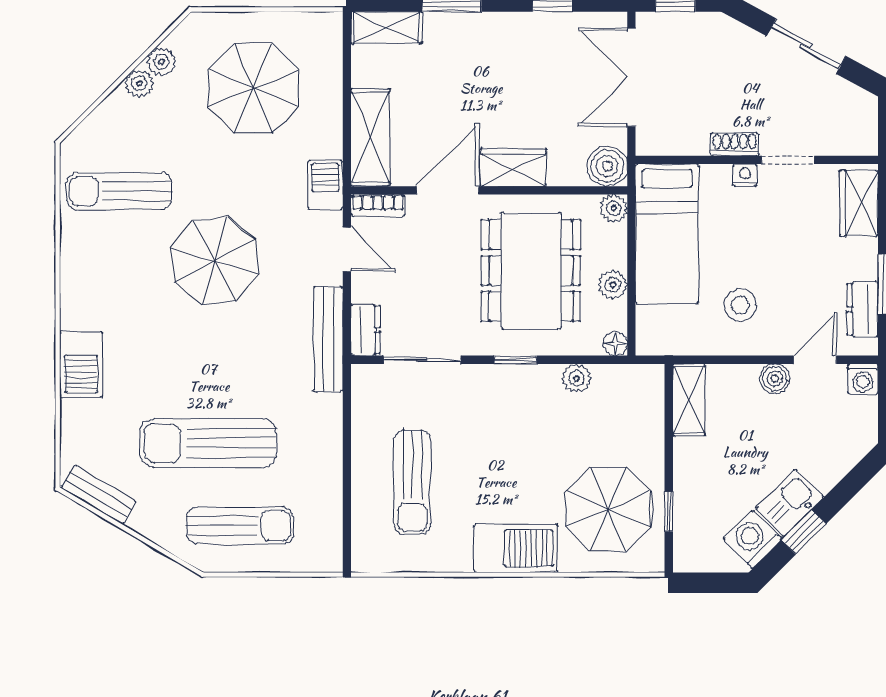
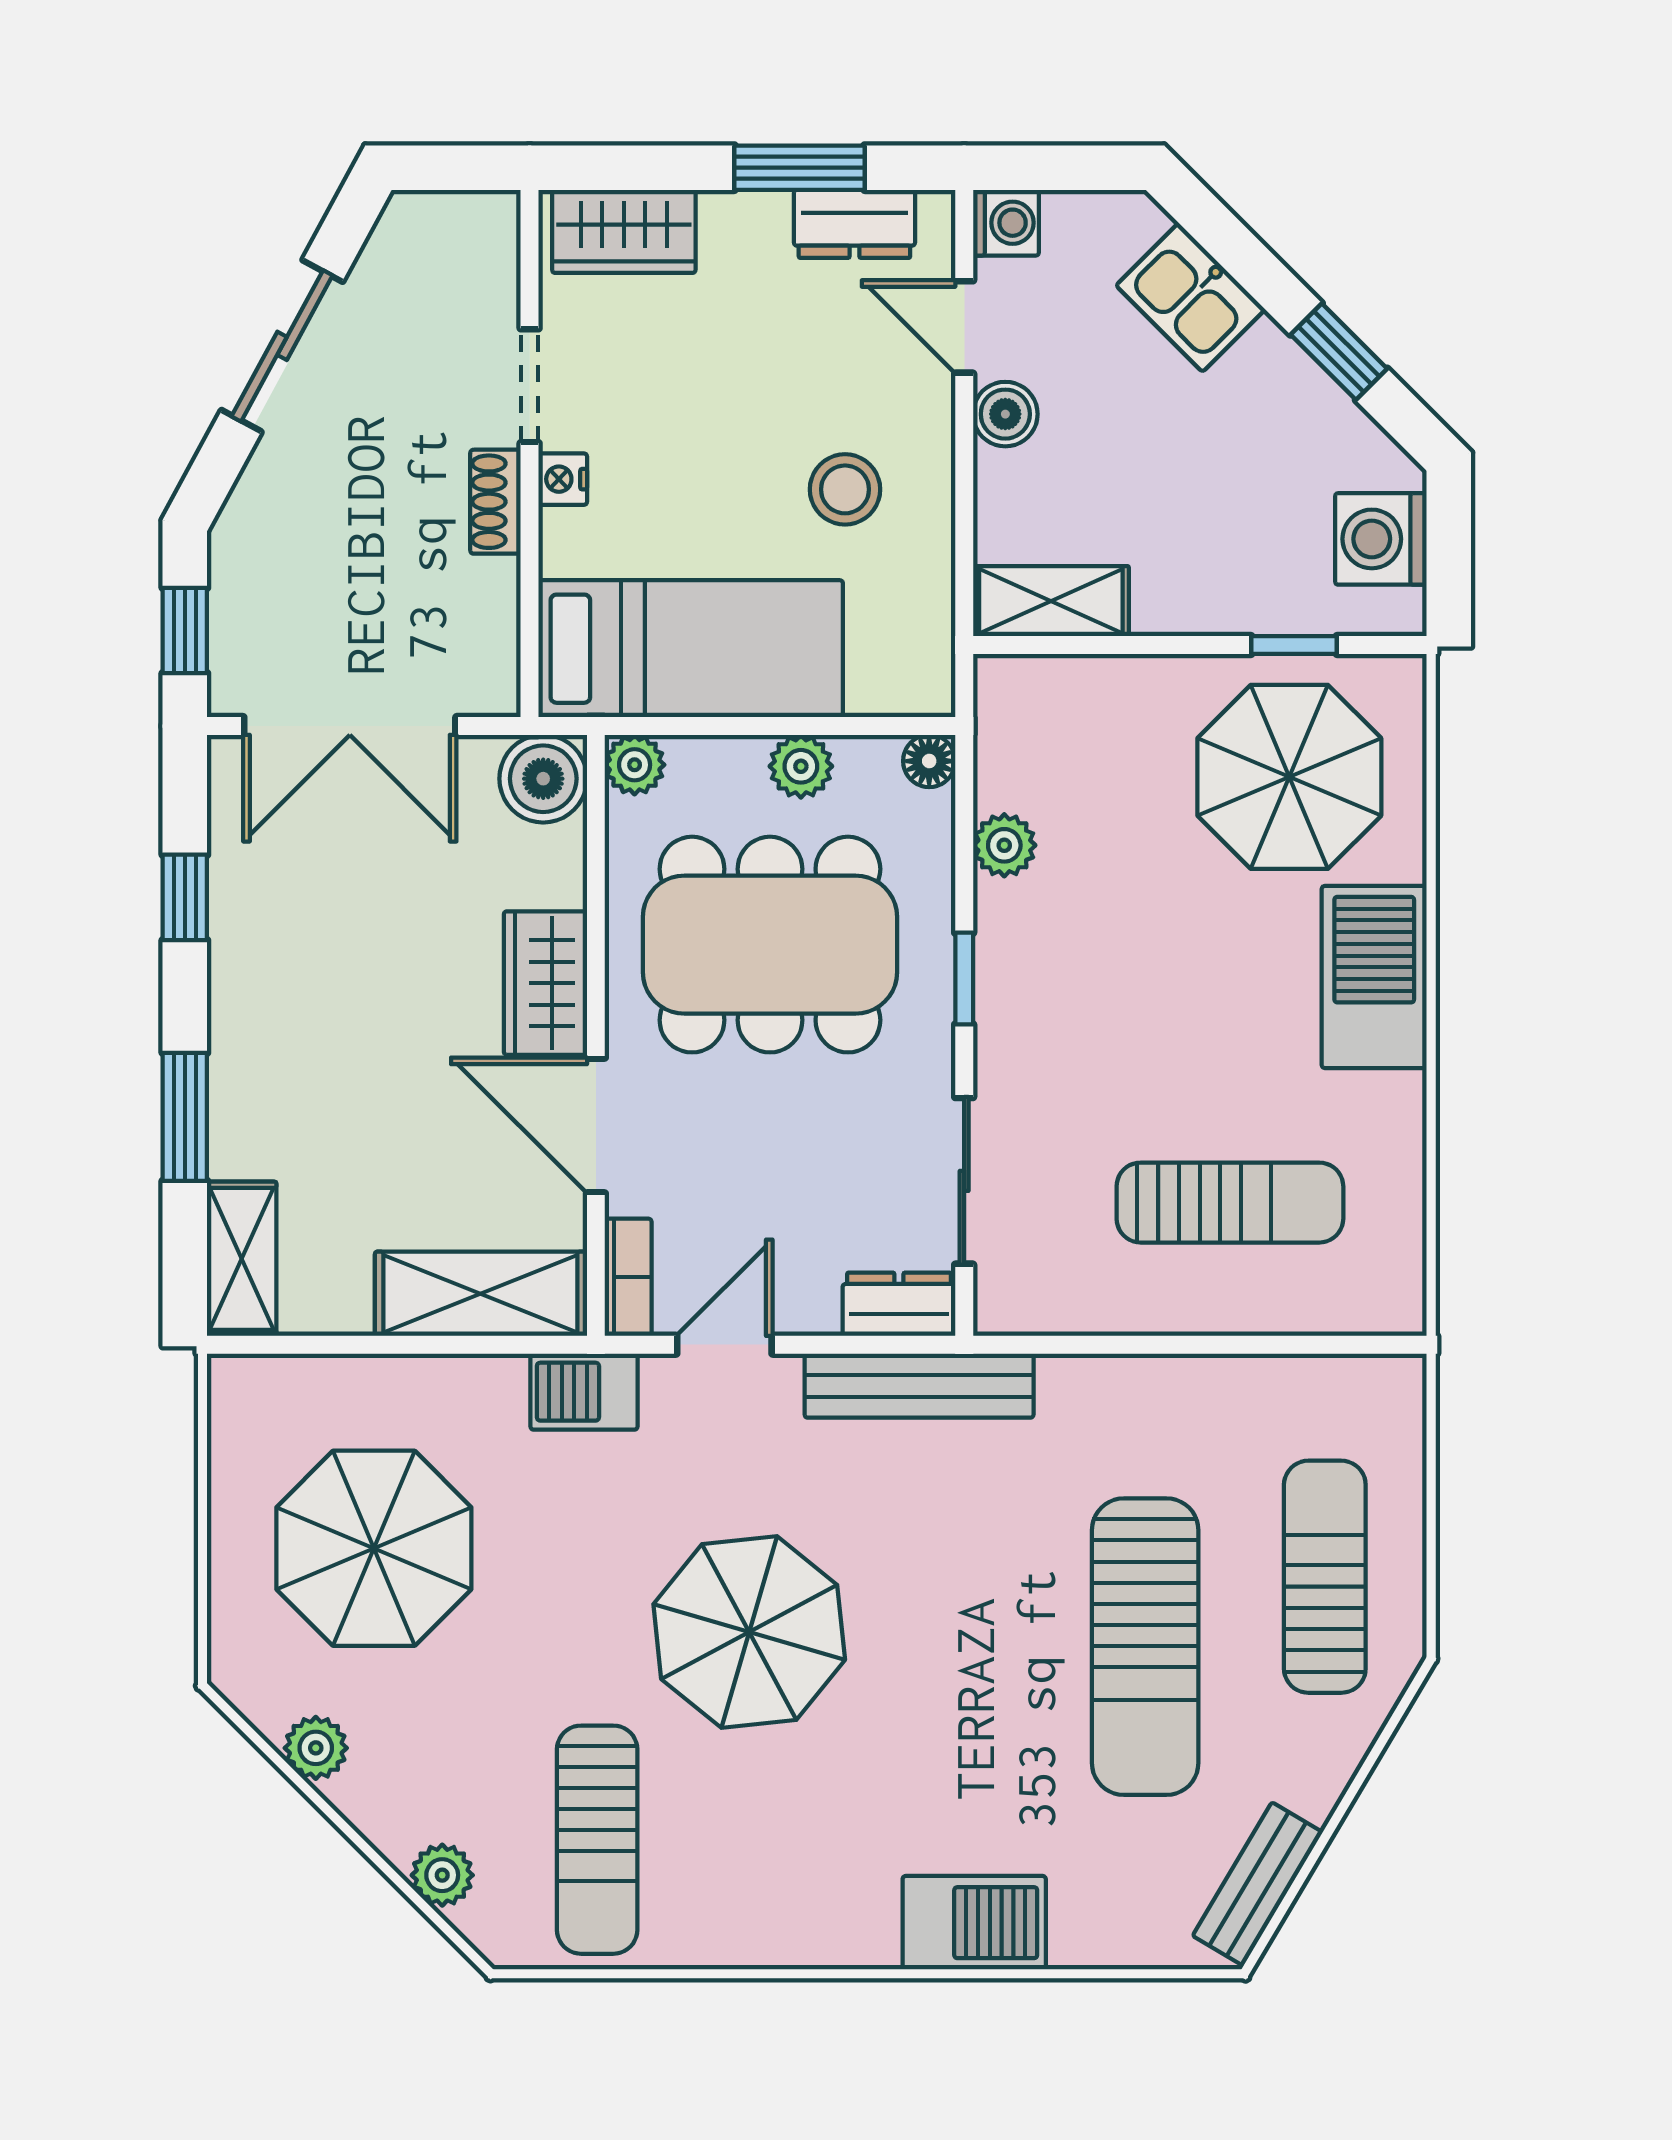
plant: (139, 83) -> (442, 1875), moved
kitchen sink: (790, 503) -> (1191, 297), moved
washing machine: (753, 539) -> (1381, 539), moved, turned 45

